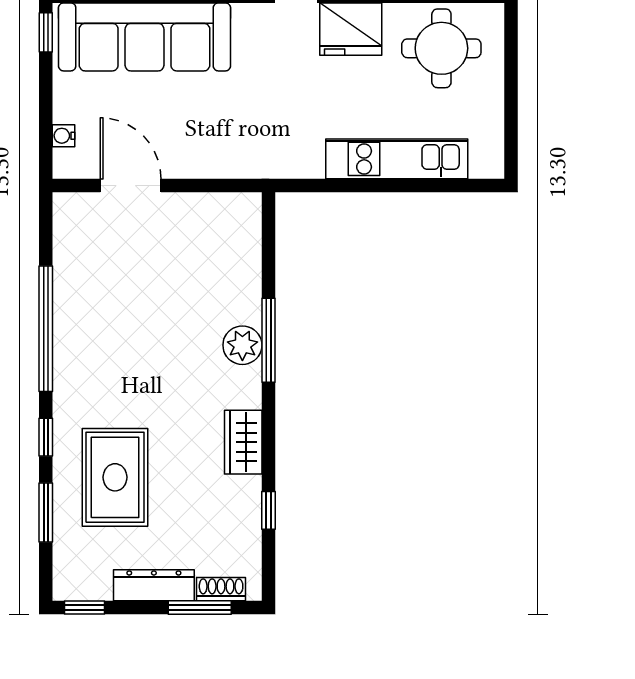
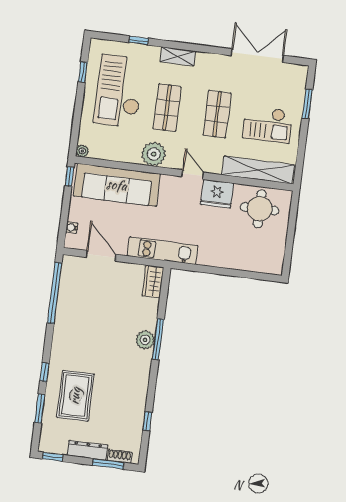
kitchen unit: (397, 159) -> (163, 251), moved
window: (46, 329) -> (55, 293), moved
wardrobe: (243, 442) -> (153, 281), moved

